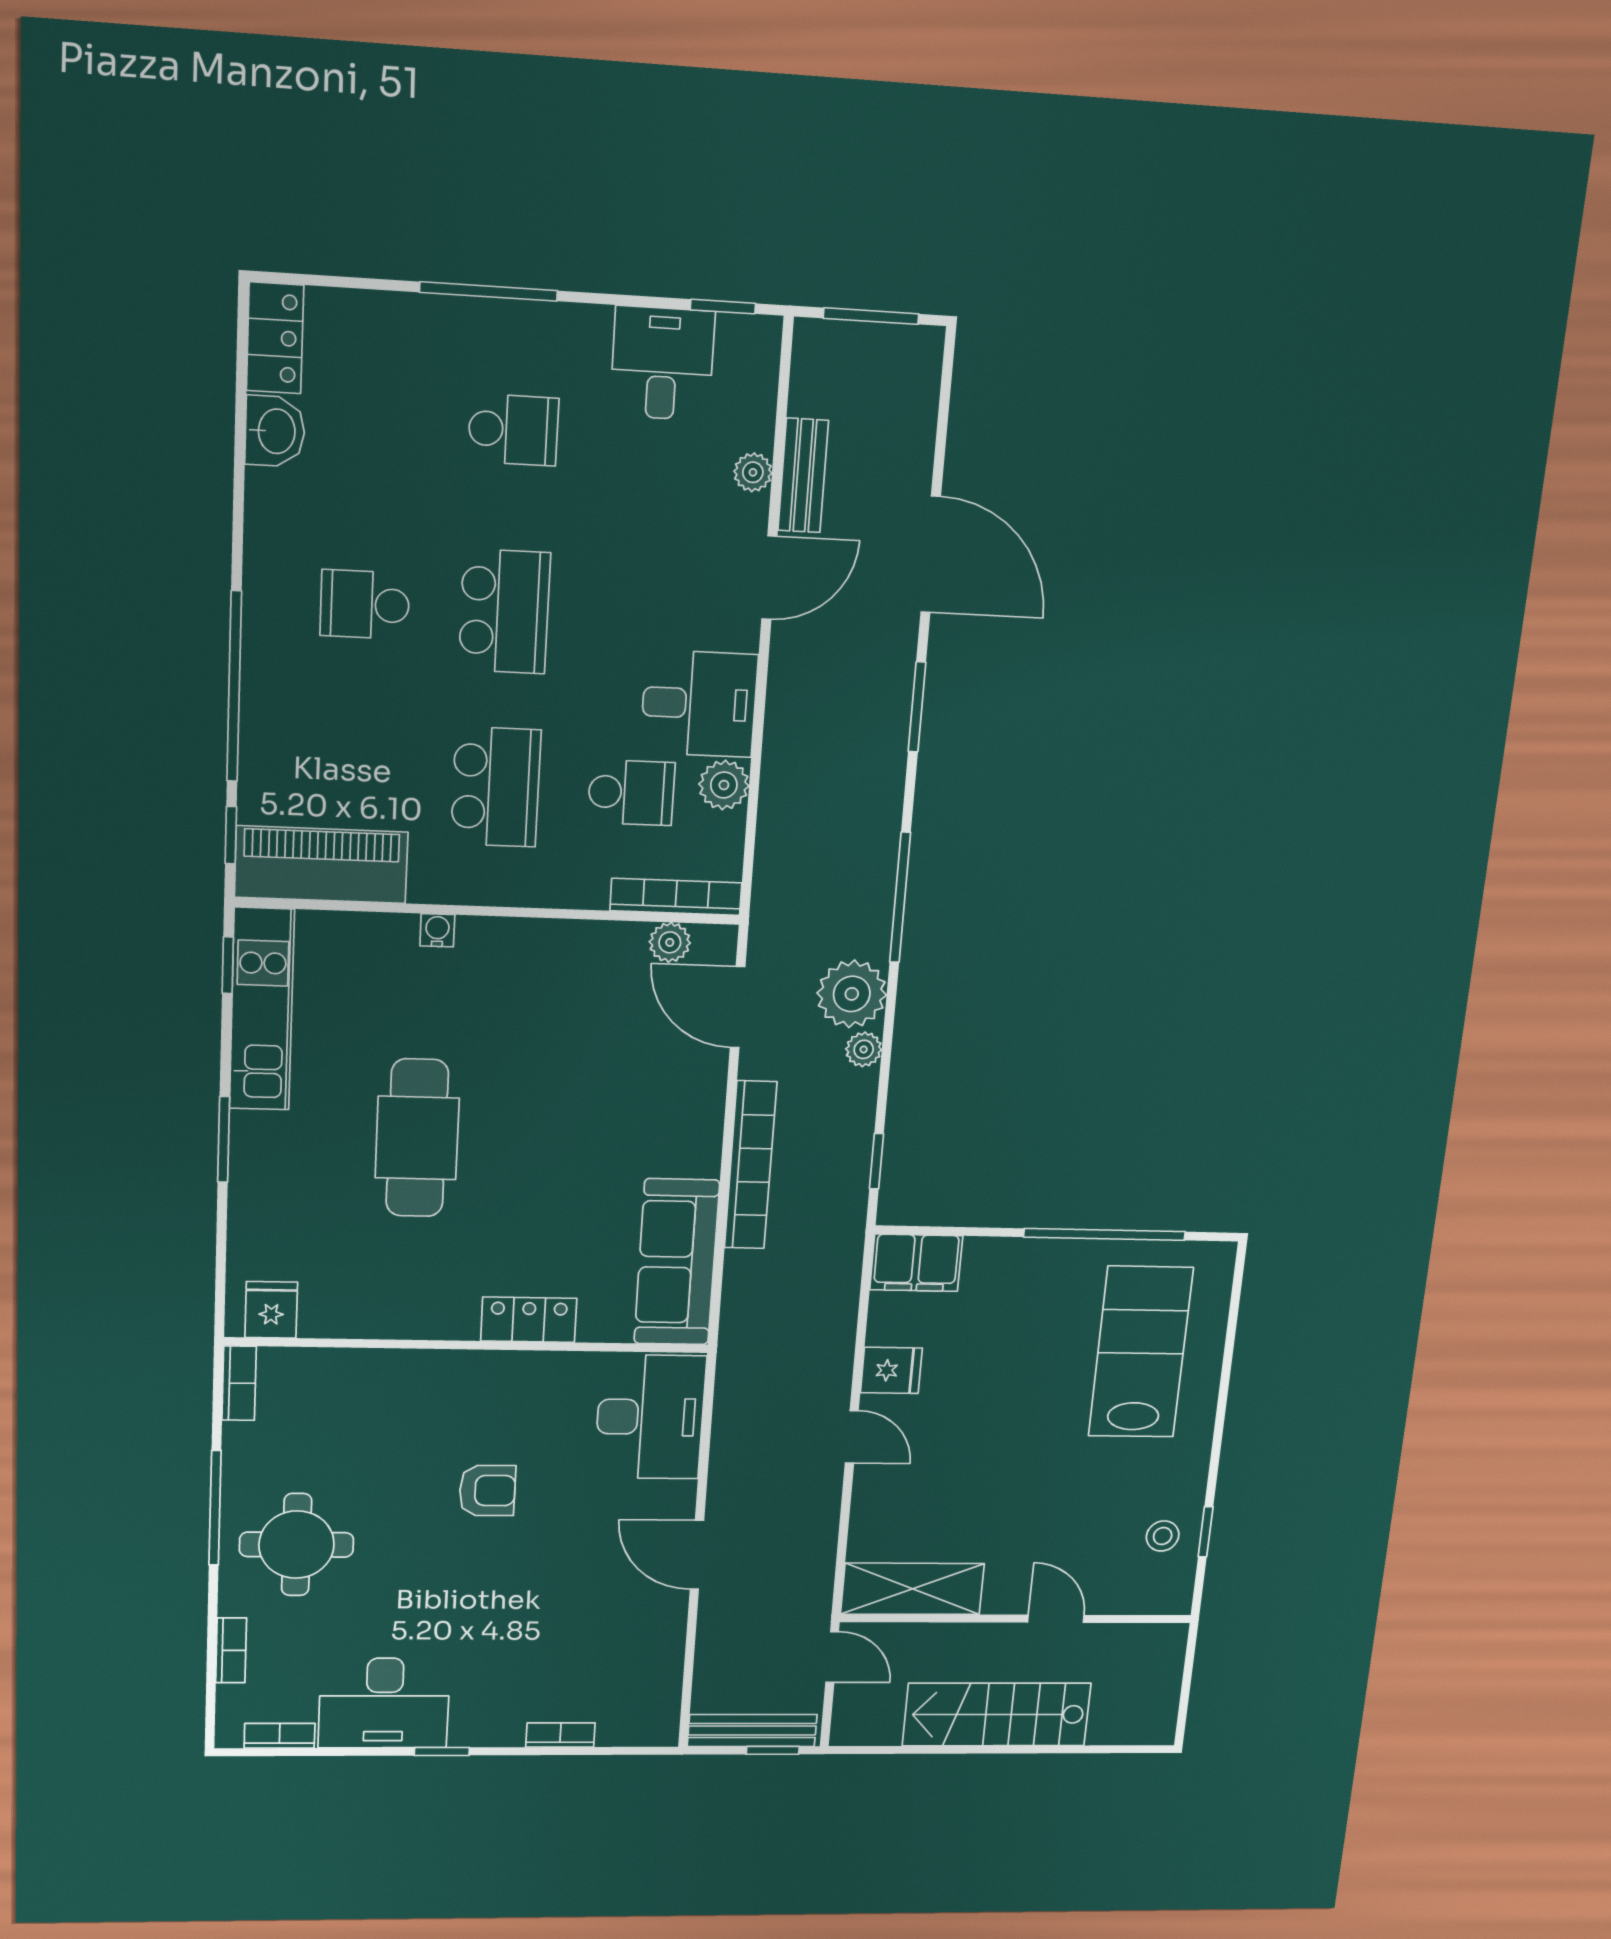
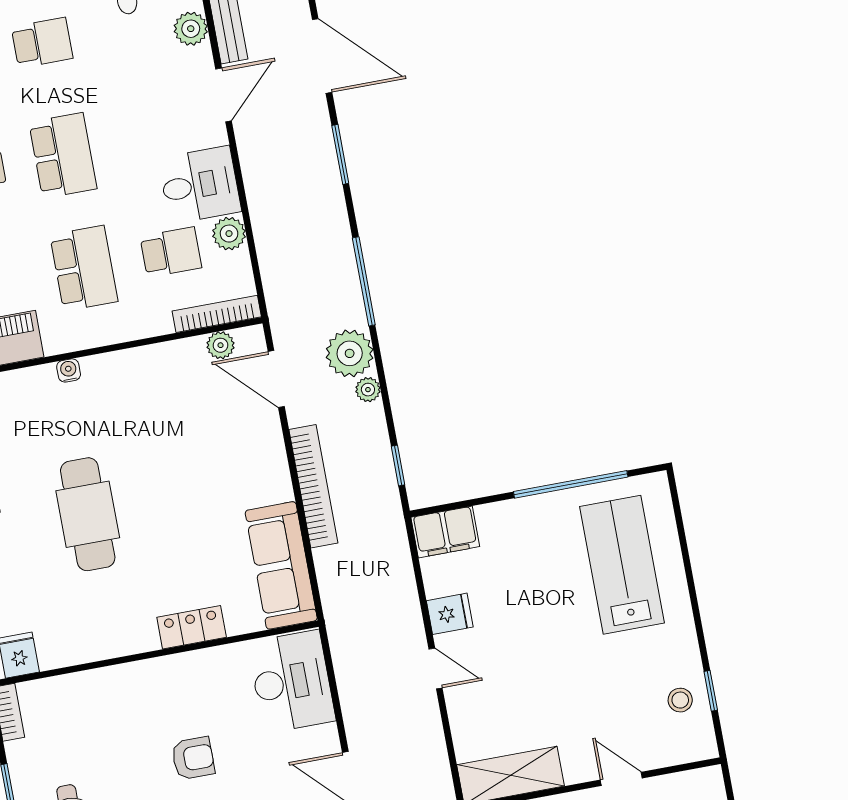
plant: (753, 472) -> (191, 29), width x1.38, depth x1.38

